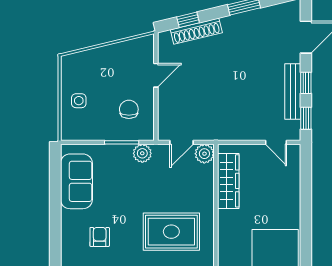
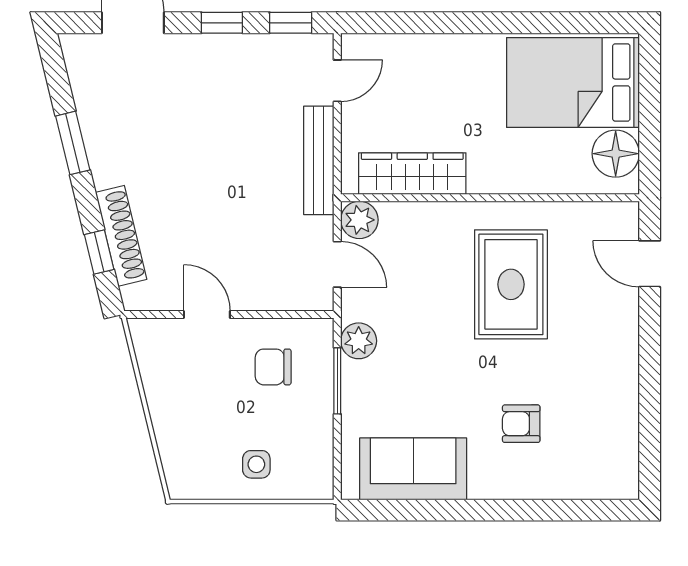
bench: (293, 91) -> (319, 160), moved, turned 90

